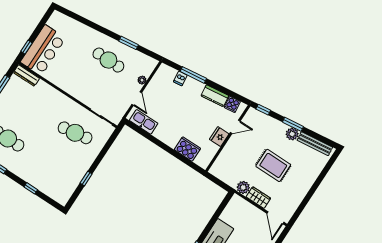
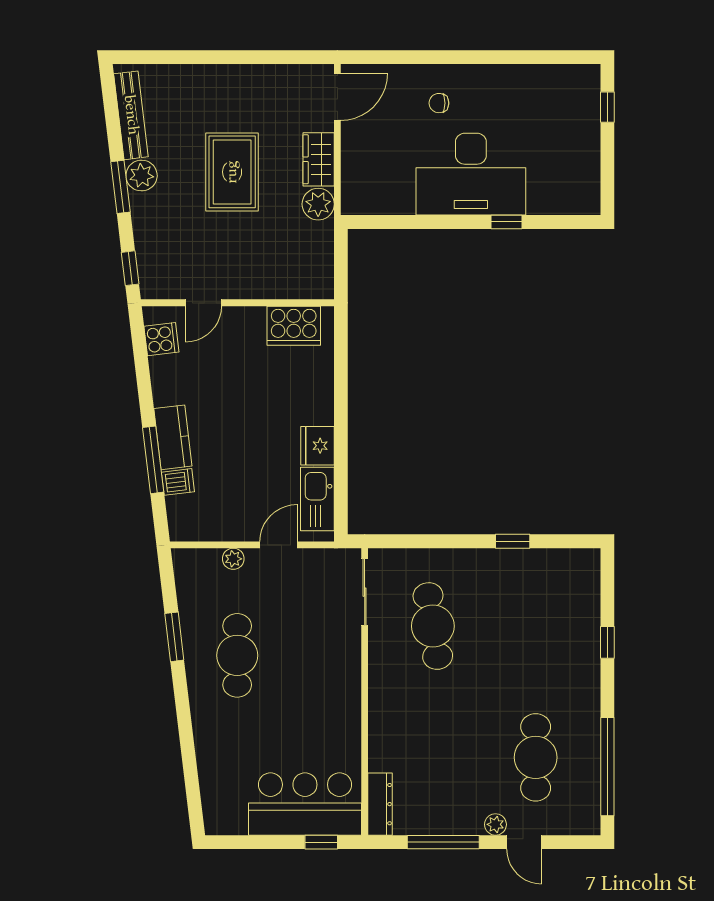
kitchen counter: (215, 96) -> (173, 437), moved
door: (235, 127) -> (203, 303), swing flipped
fridge: (219, 137) -> (317, 446), moved, turned 90
cooker: (187, 149) -> (294, 326), moved, turned -90

